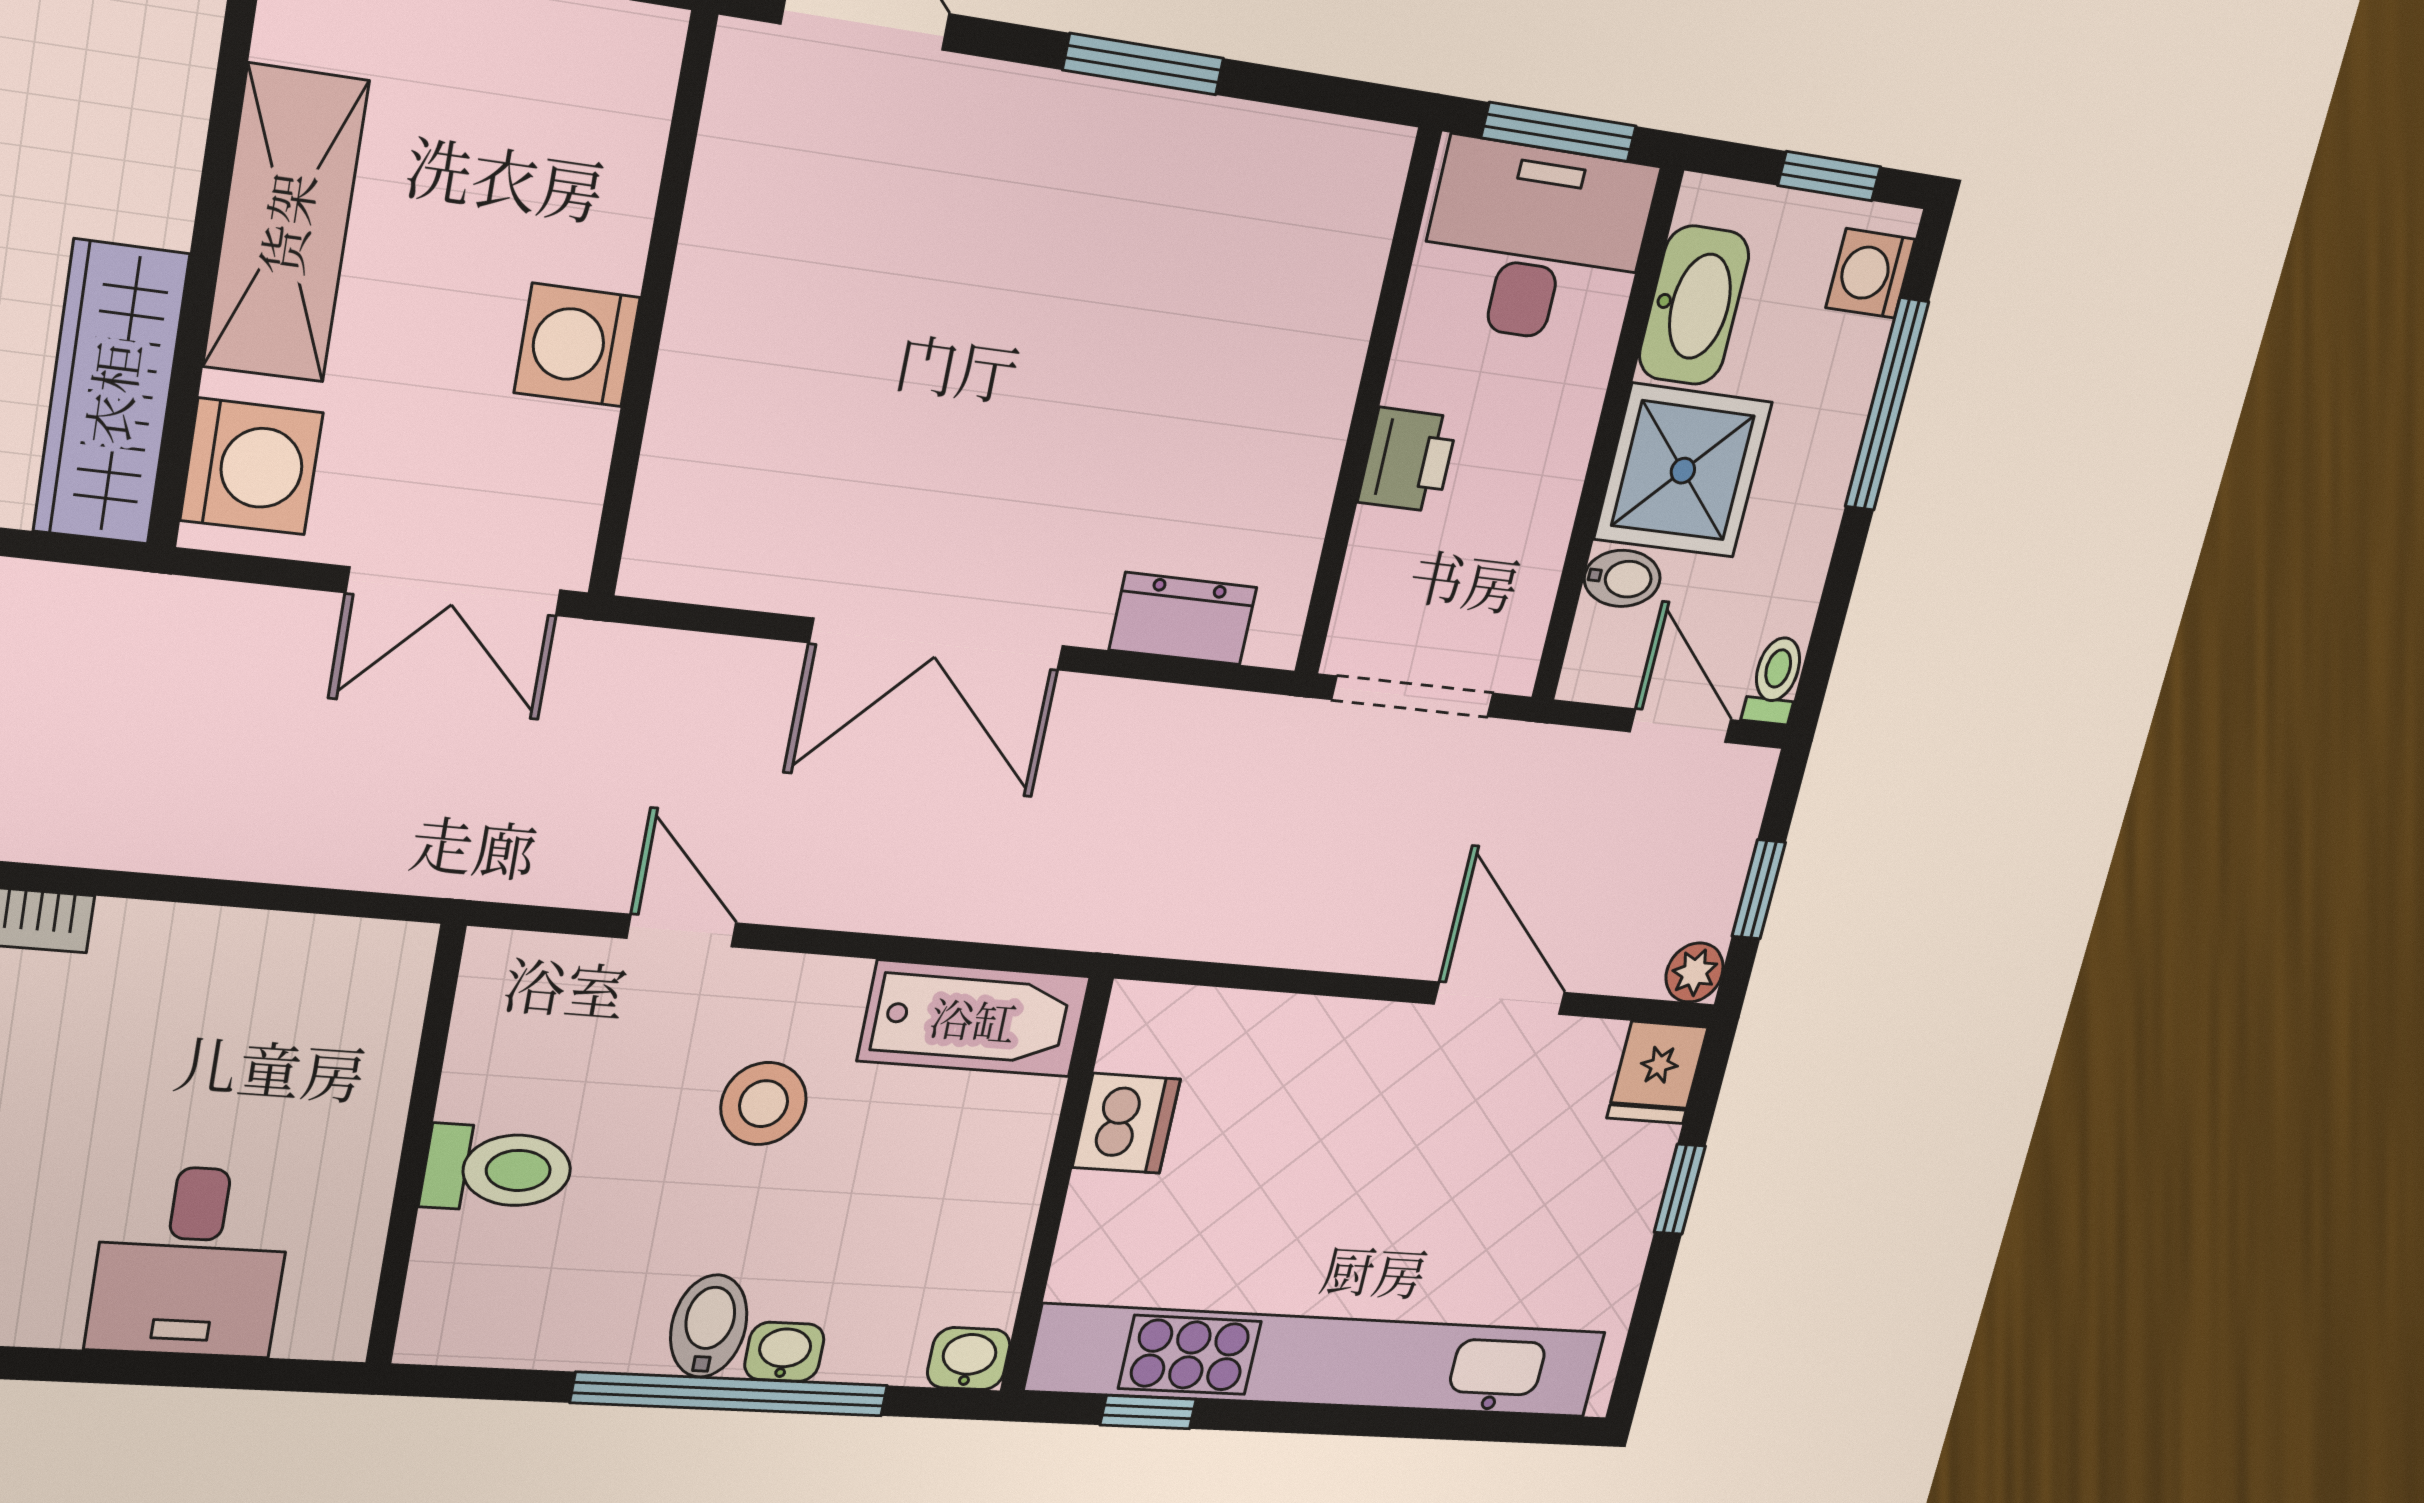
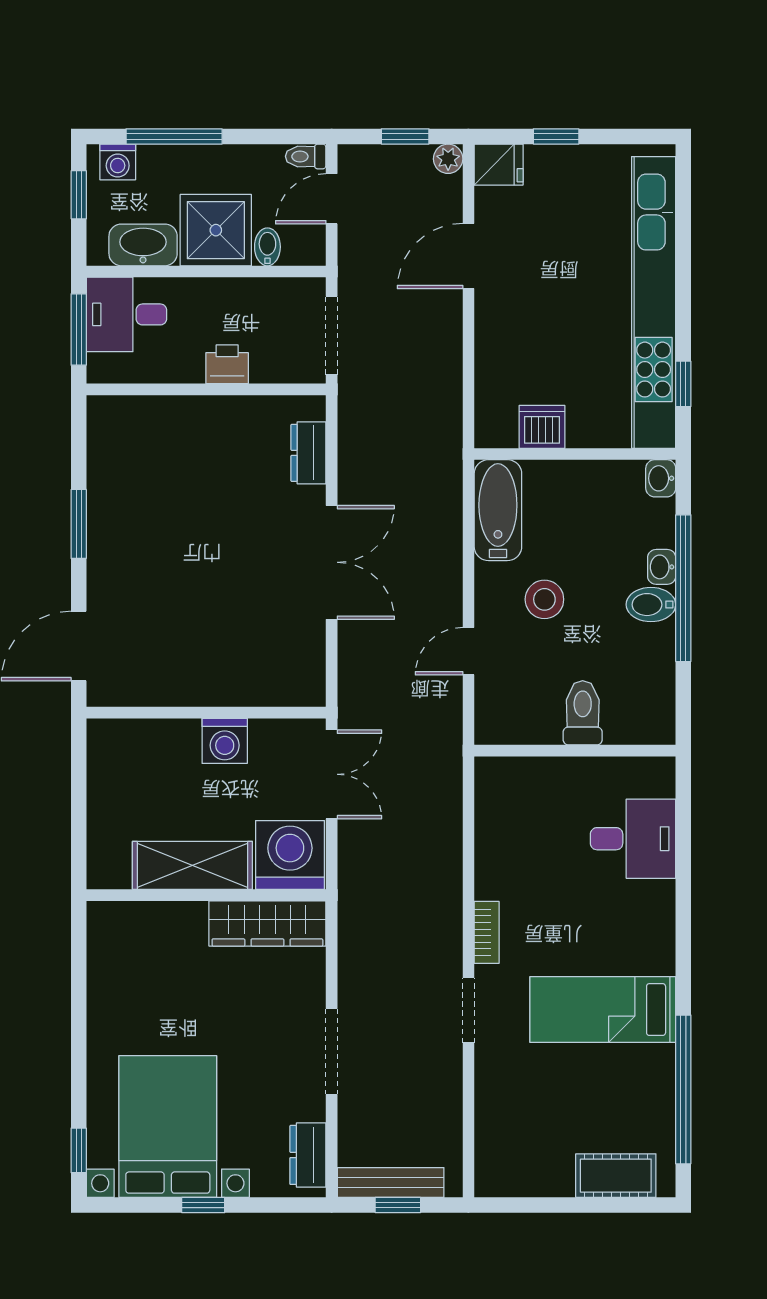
desk: (1535, 243) -> (126, 314), width x0.73
washing machine: (252, 467) -> (290, 855), width x1.37, depth x1.37

